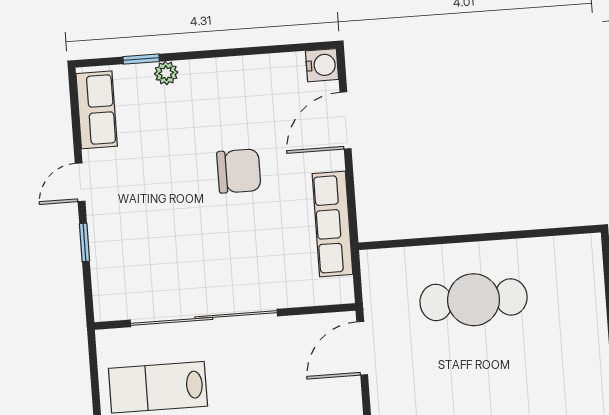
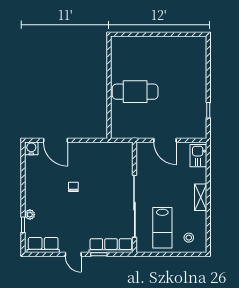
chair: (239, 171) -> (73, 187), width x0.54, depth x0.54
row of seats: (333, 224) -> (111, 246), moved, turned 180
cafe table: (474, 300) -> (135, 92), turned 90
door: (362, 348) -> (165, 140), moved

